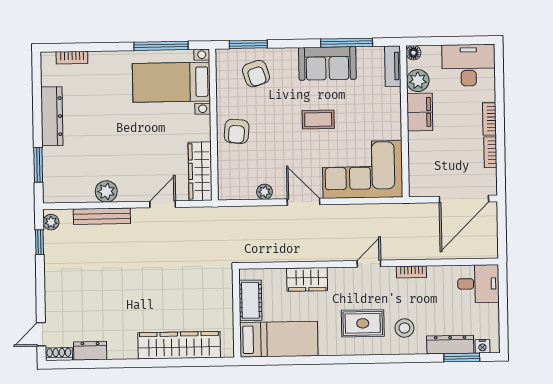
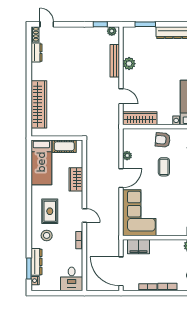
filing cabinet: (420, 112) -> (139, 247), moved
coffee table: (318, 120) -> (164, 167), moved

